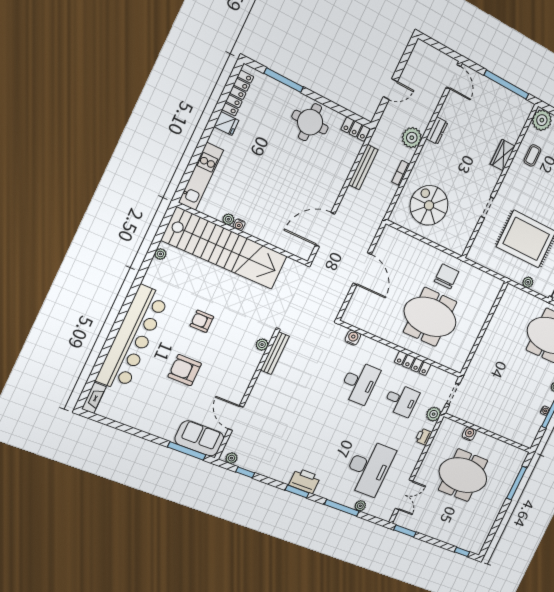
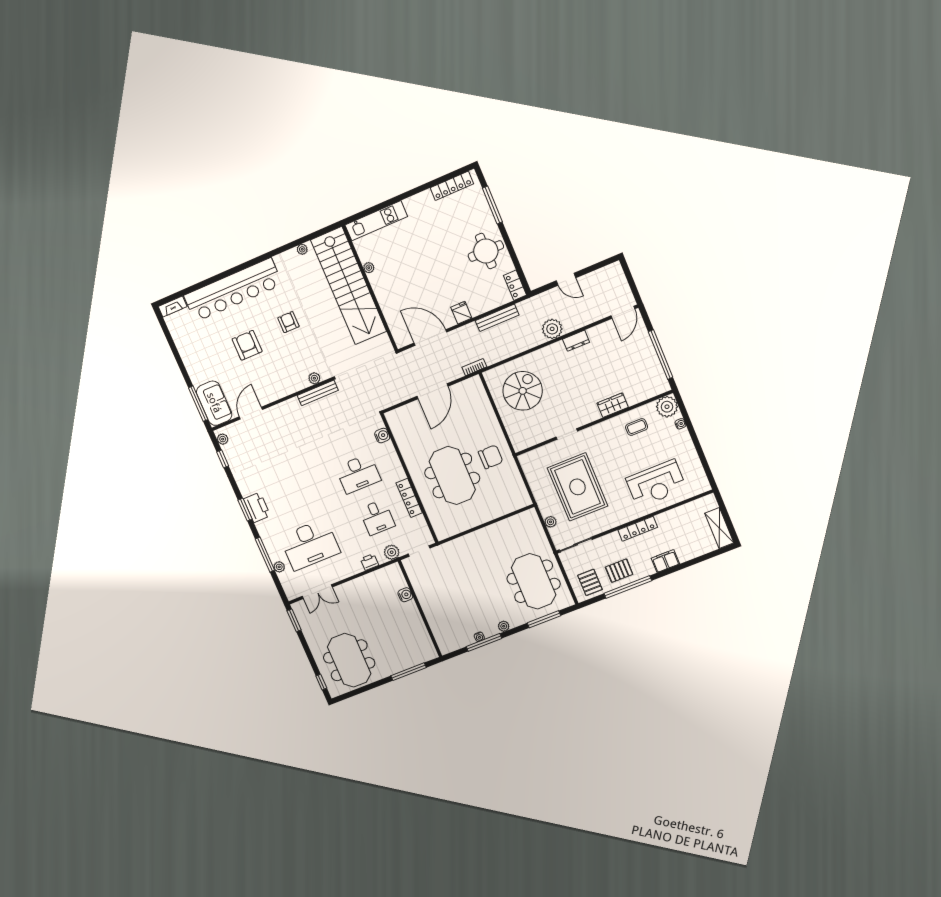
fridge: (226, 123) -> (461, 313), moved, turned 180
bookcase: (401, 173) -> (474, 367), moved
water cooler: (239, 225) -> (373, 278), removed
meeting table: (463, 475) -> (349, 660), moved

